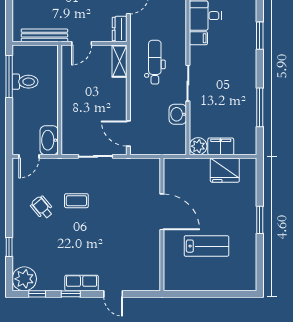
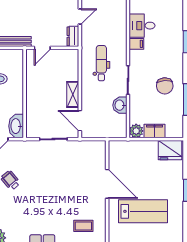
shelving: (119, 61) -> (73, 94), moved
chair: (233, 90) -> (165, 86), added
fridge: (225, 170) -> (170, 150), moved
coffee table: (76, 201) -> (83, 226), moved
lab bench: (206, 246) -> (143, 211), width x1.36, depth x1.39

